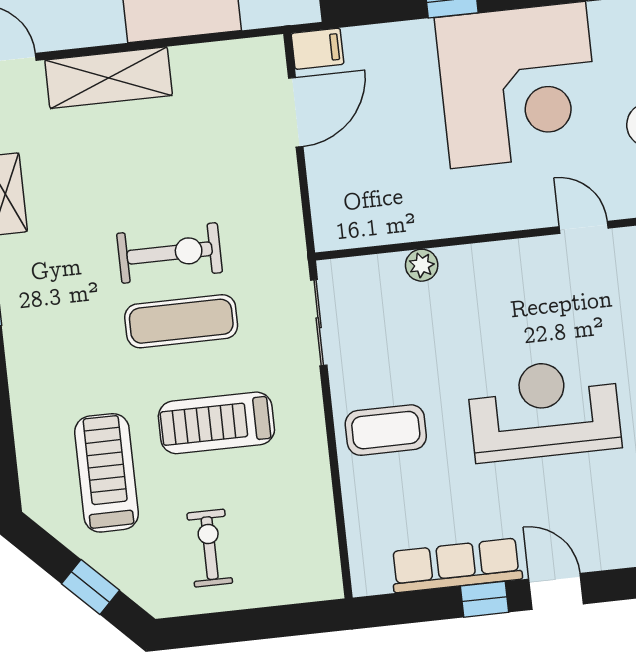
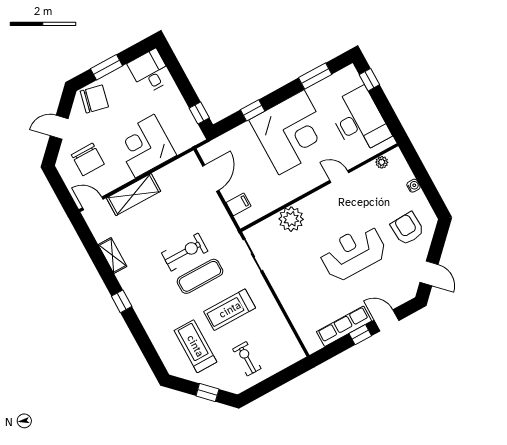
filing cabinet: (318, 49) -> (239, 204), moved
plant: (422, 265) -> (291, 219), width x1.87, depth x1.87
coffee table: (386, 430) -> (296, 286), removed

